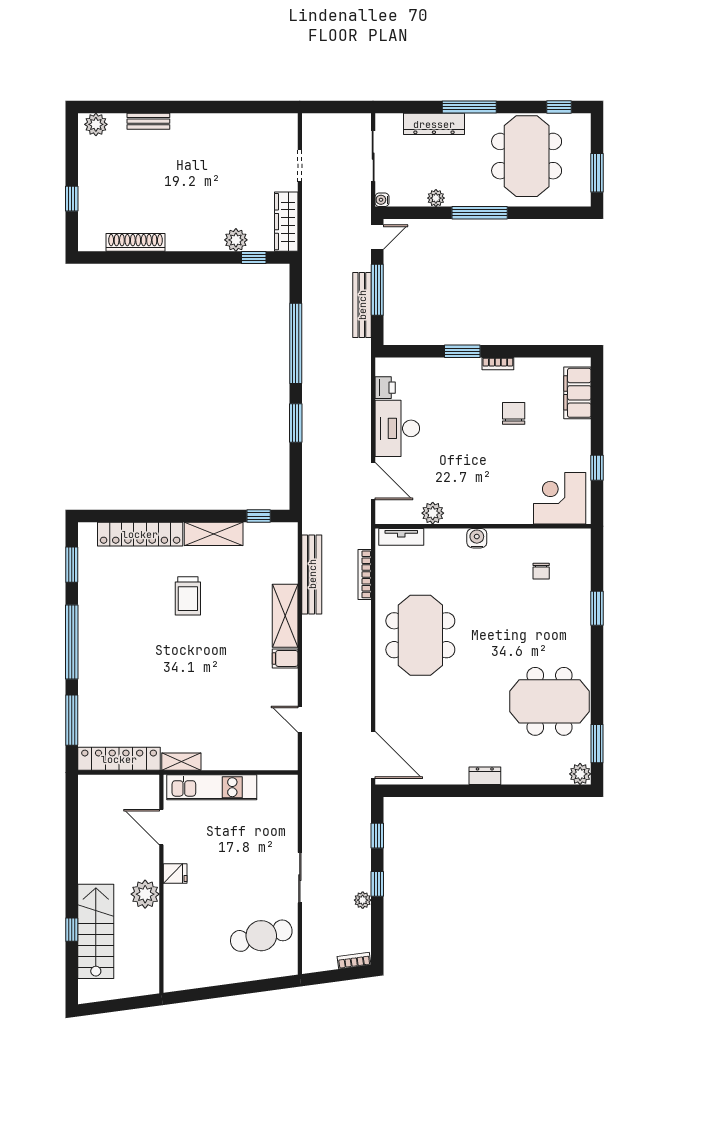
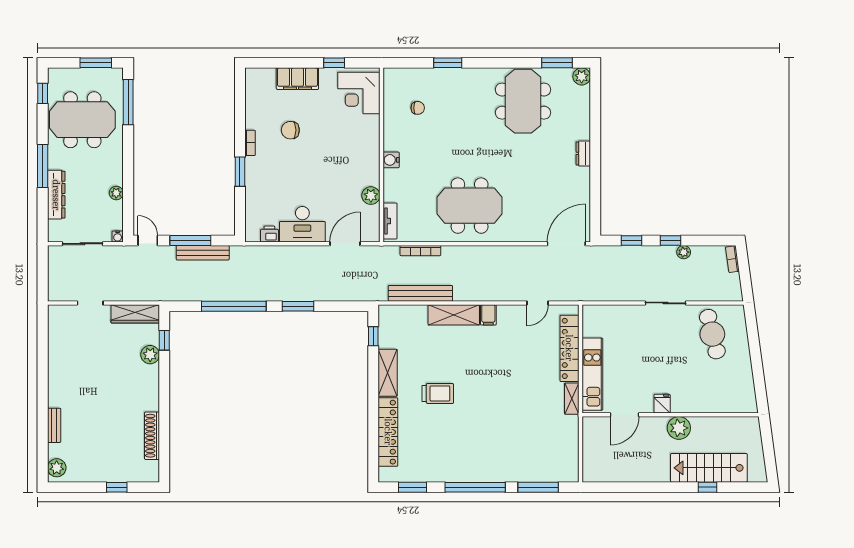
window: (480, 213) -> (128, 102), moved
filing cabinet: (577, 393) -> (297, 79), moved
locker: (119, 759) -> (569, 348), moved

